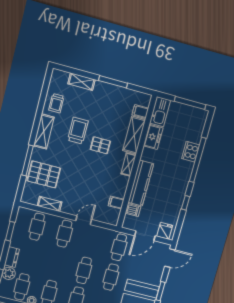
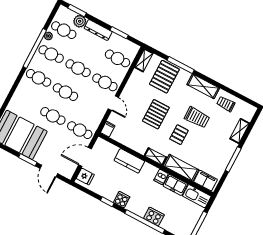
filing cabinet: (140, 111) -> (206, 181), width x2.00
pallet: (85, 174) -> (156, 114), added
kitchen counter: (141, 183) -> (129, 161), width x0.67
cooker: (180, 189) -> (122, 200), added
filing cabinet: (116, 203) -> (108, 129), moved
shelving: (50, 204) -> (144, 60), moved
dishwasher: (133, 210) -> (161, 177), moved
door: (145, 236) -> (85, 157), hinge flipped
dresser: (12, 257) -> (98, 30), width x1.44
door: (170, 258) -> (49, 171), moved
cafe table: (57, 264) -> (78, 68), added

